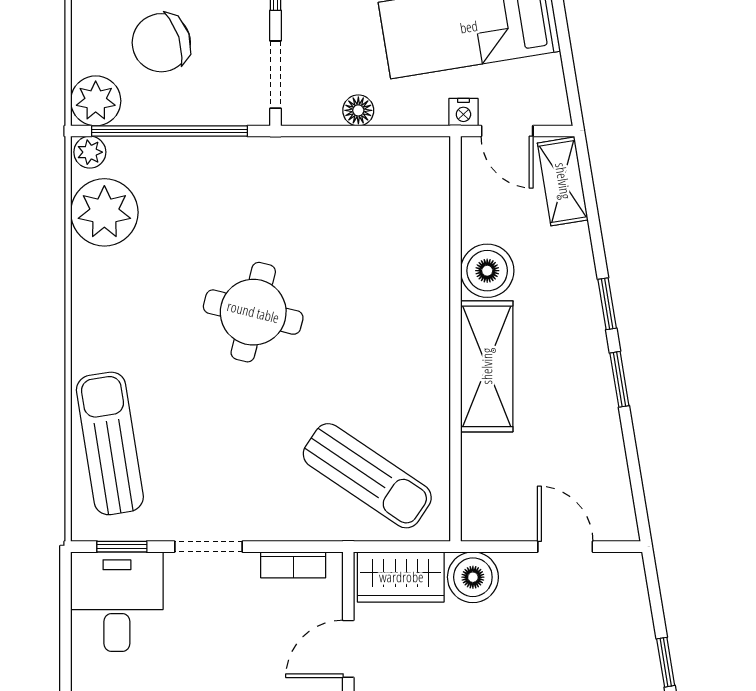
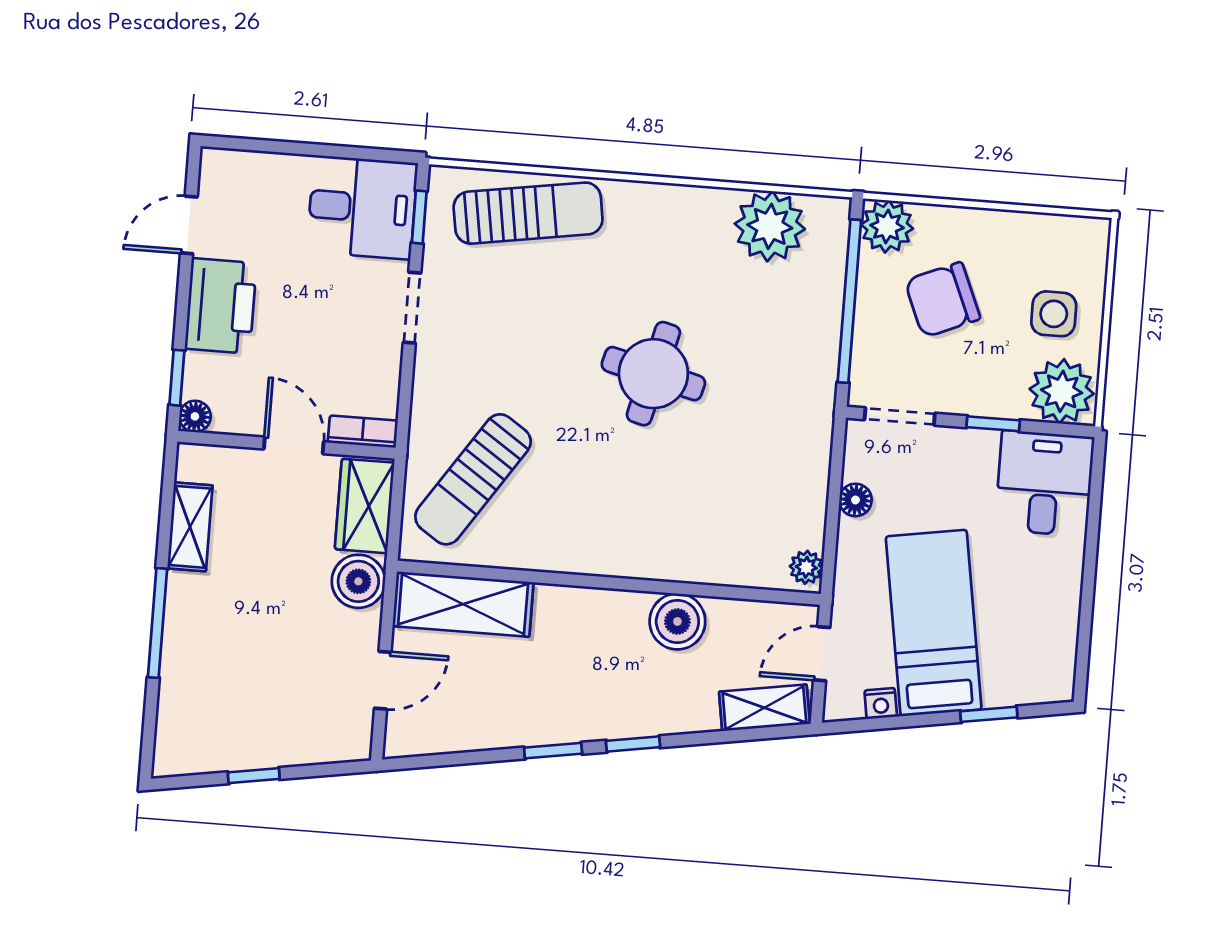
chair: (161, 43) -> (942, 300), turned -95
nightstand: (463, 112) -> (881, 703), moved, turned -99
plant: (90, 152) -> (806, 567), moved
shelving: (487, 366) -> (463, 604), moved
bookcase: (293, 565) -> (363, 432), moved, turned 90

